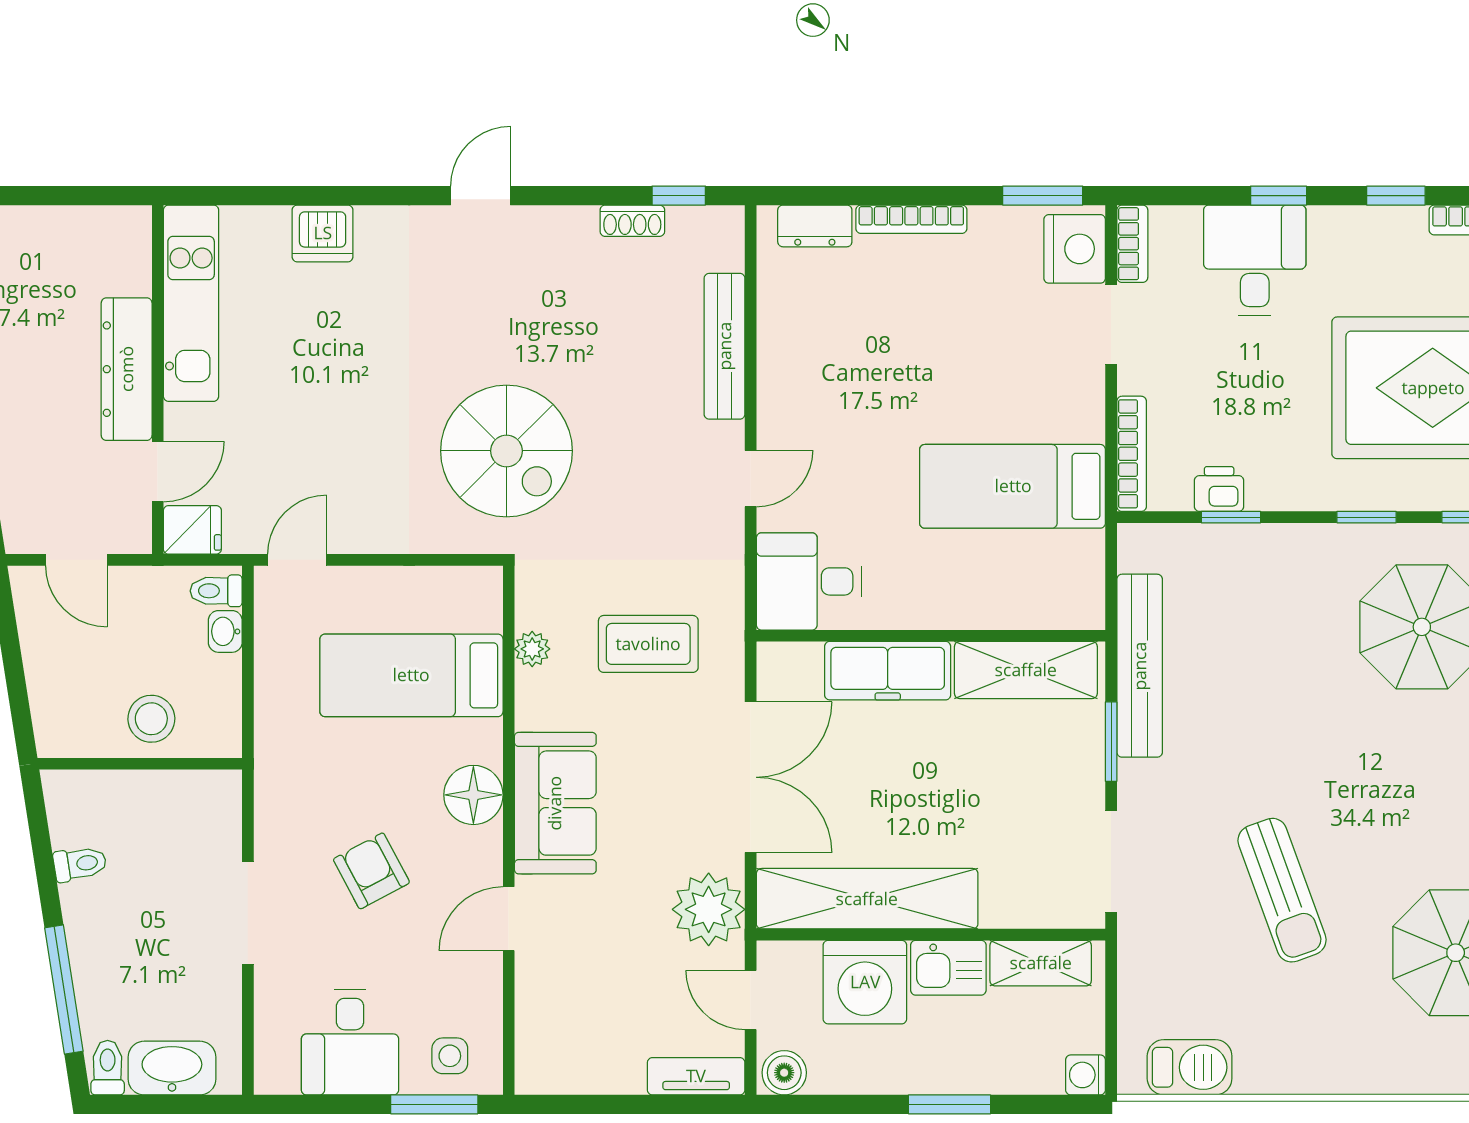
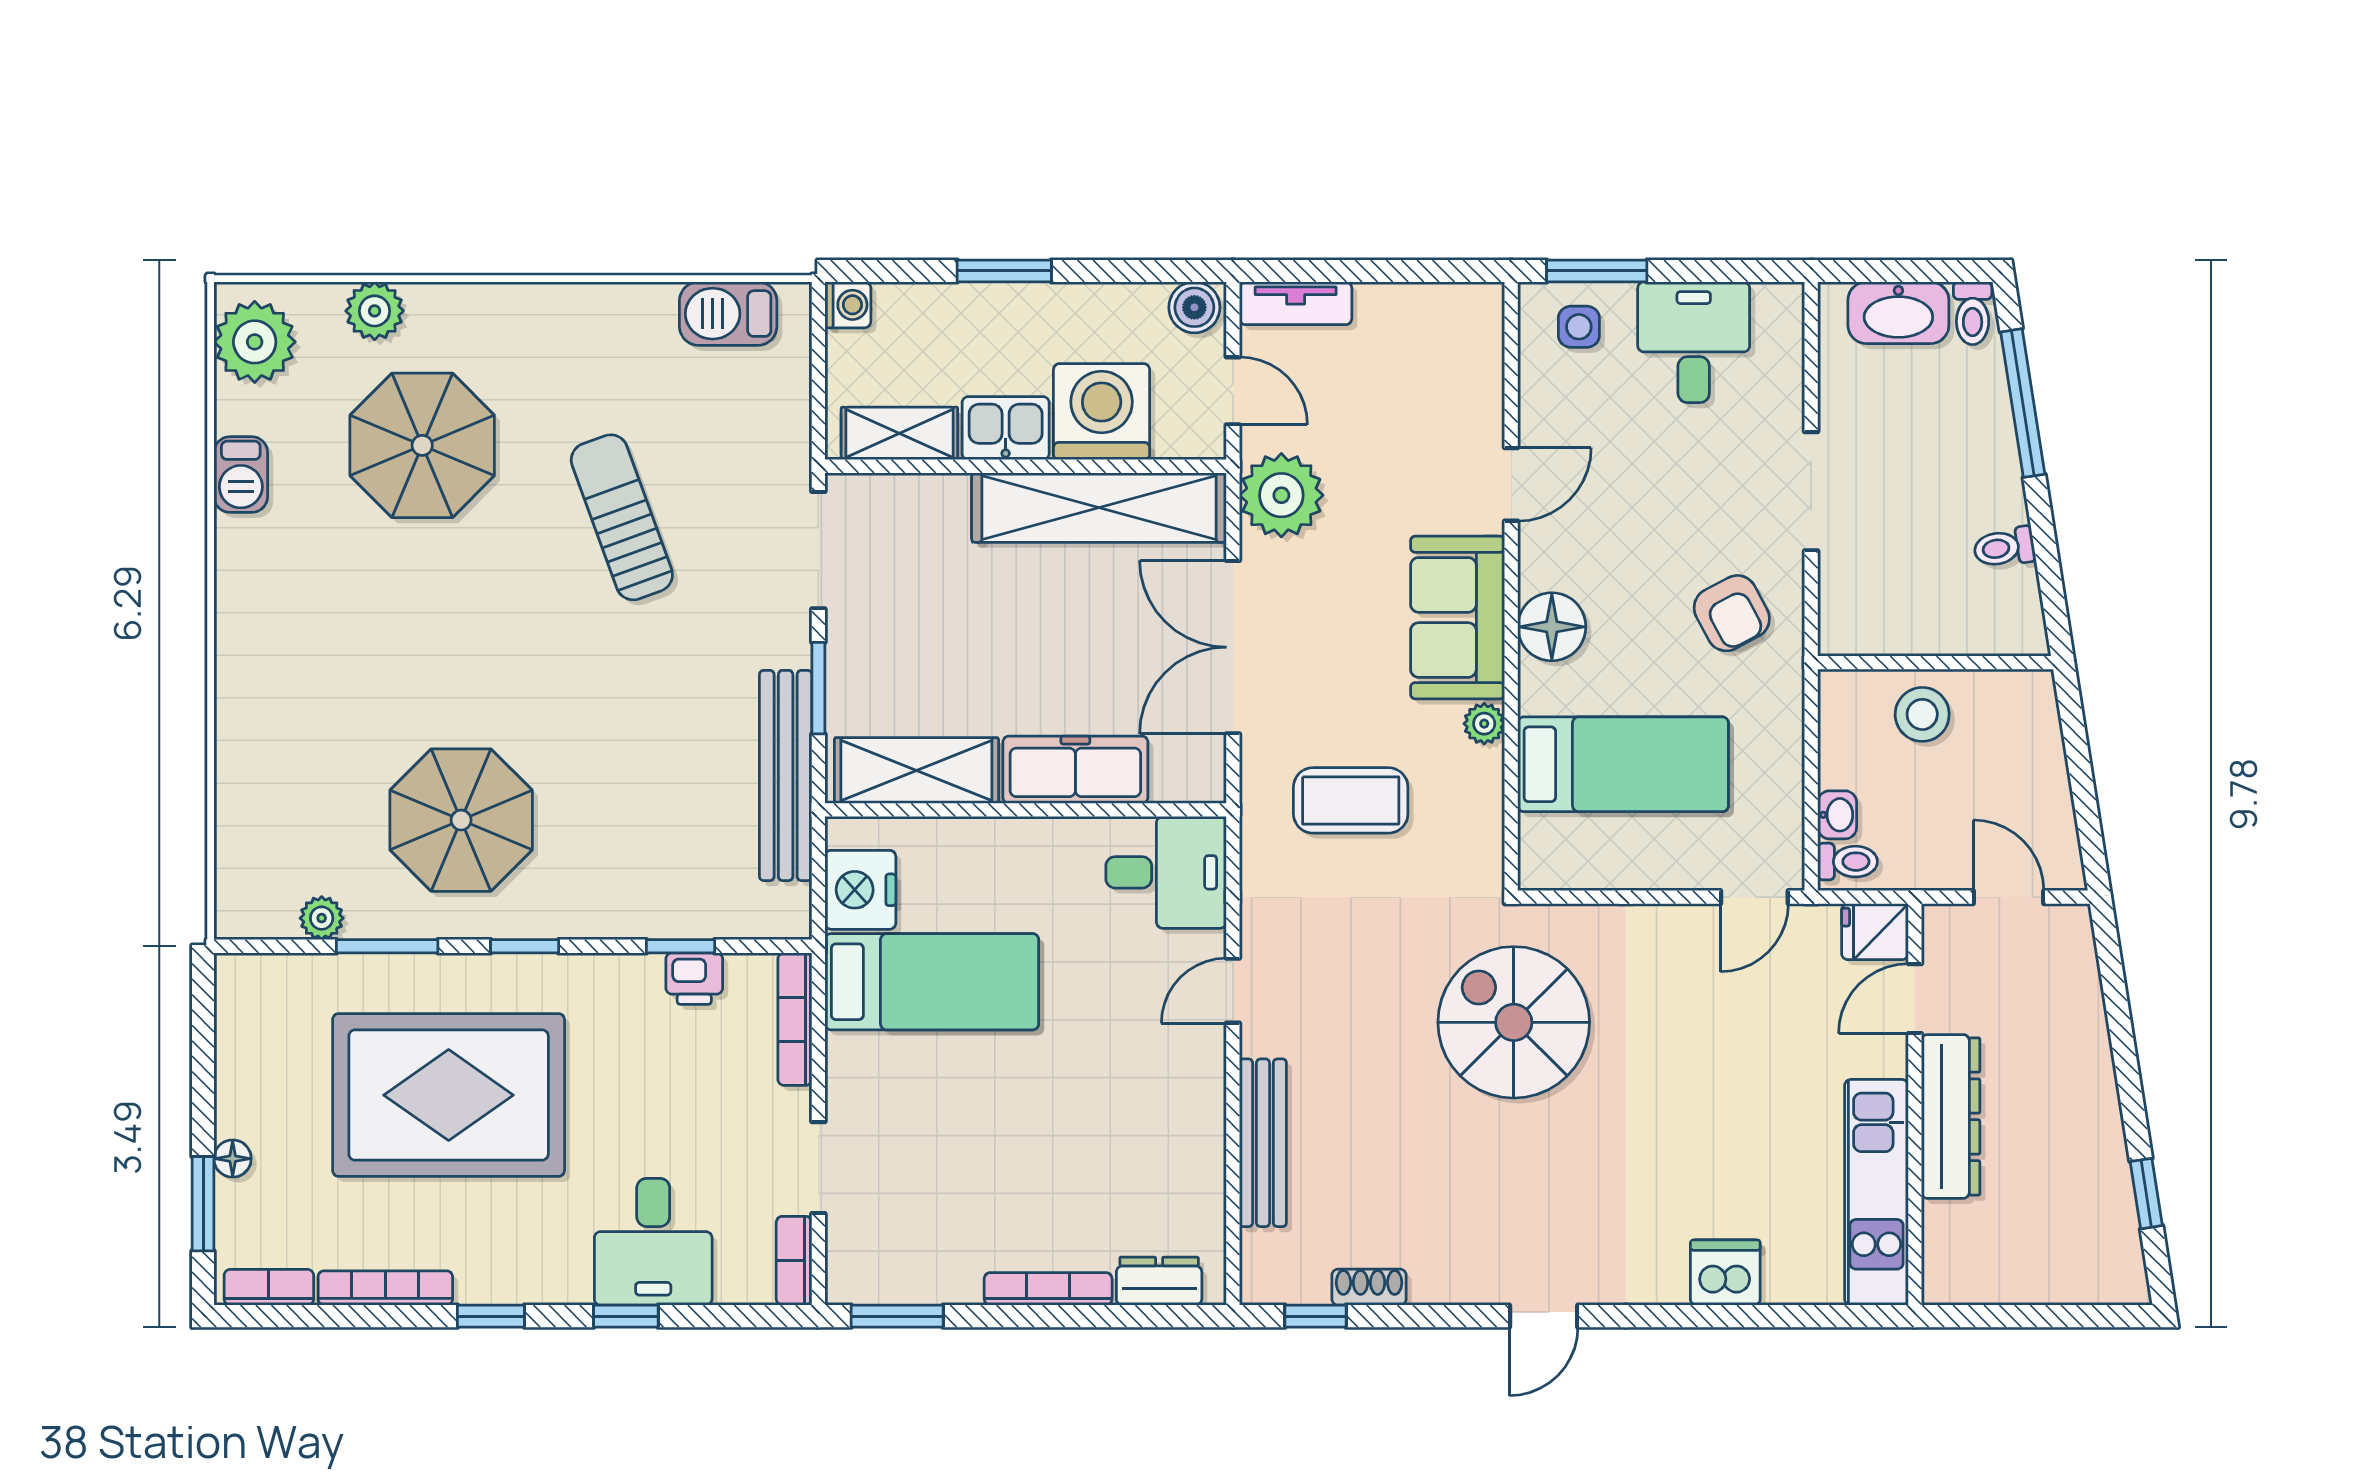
nightstand: (1075, 249) -> (860, 890), moved
plant: (532, 649) -> (1484, 724), moved
armchair: (371, 871) -> (1732, 613), moved

